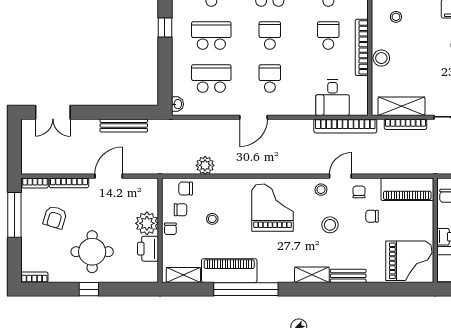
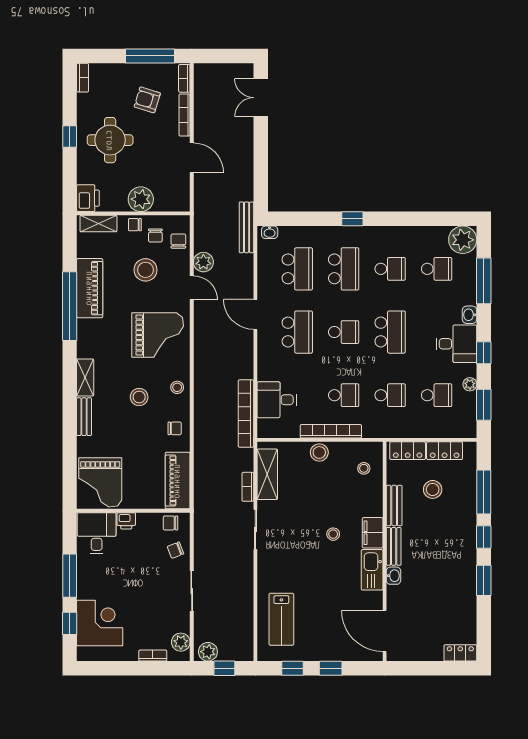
school desk: (270, 78) -> (297, 332), width x1.85
bookcase: (406, 124) -> (248, 487), width x0.64
bench: (124, 125) -> (247, 227), moved
door: (340, 176) -> (192, 288), moved
chair: (372, 216) -> (148, 442), removed
stool: (212, 219) -> (146, 270), width x1.89, depth x1.89
printer: (148, 249) -> (88, 198), moved, turned 90
shelving: (183, 275) -> (98, 223), moved, turned 90

